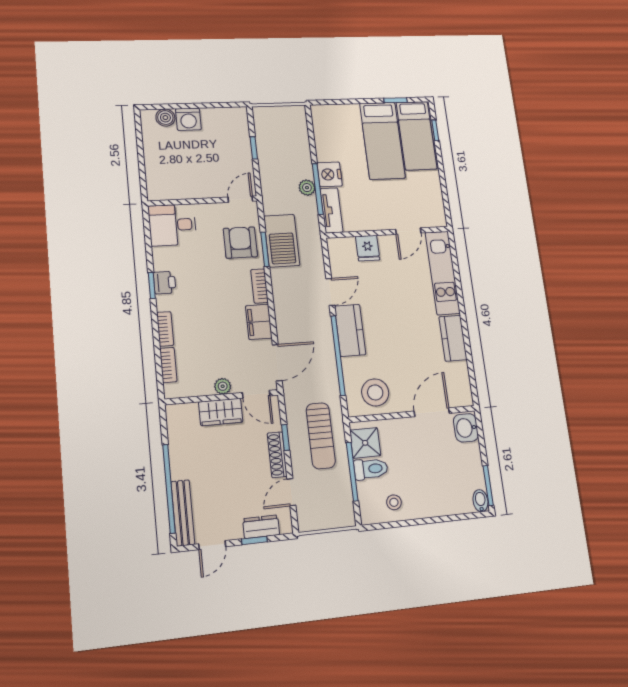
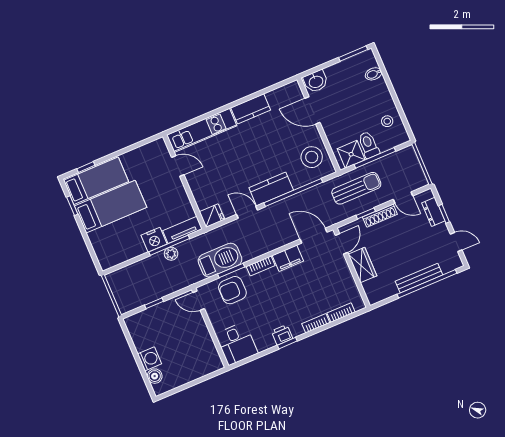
fridge: (368, 248) -> (212, 216), moved
plant: (223, 386) -> (344, 269), removed
bidet: (480, 501) -> (373, 74), moved
bench: (183, 513) -> (419, 278), moved

